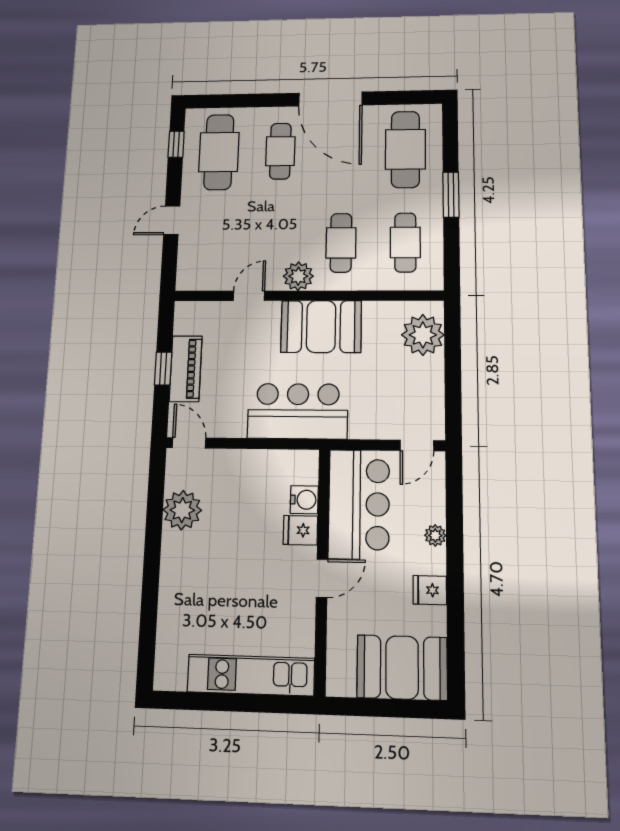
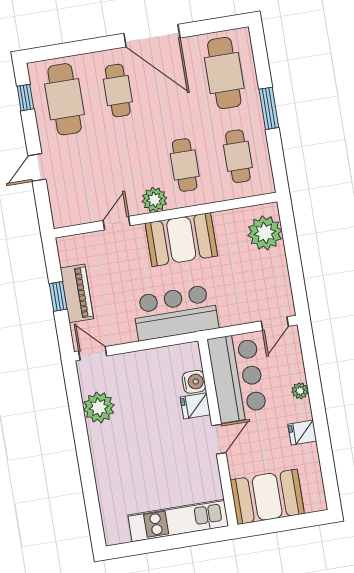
booth: (402, 668) -> (267, 497), moved

